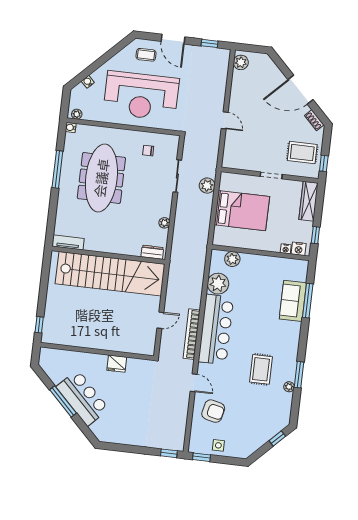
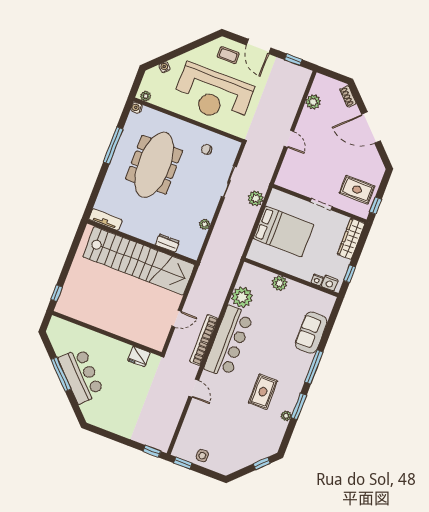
plant: (241, 62) -> (313, 102), moved
shoe rack: (314, 120) -> (348, 96), moved
dresser: (152, 252) -> (167, 243), moved
plant: (232, 259) -> (280, 283), moved
window: (308, 301) -> (314, 367), moved
fridge: (117, 364) -> (139, 356), moved
armchair: (213, 411) -> (206, 421), removed

